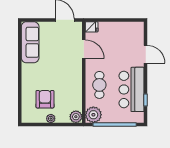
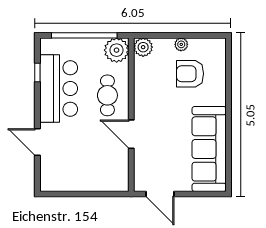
fridge: (92, 27) -> (119, 184), removed
sofa: (30, 42) -> (209, 149), width x1.36, depth x1.27
door: (84, 49) -> (131, 134), moved
armchair: (45, 99) -> (190, 74), turned 90

